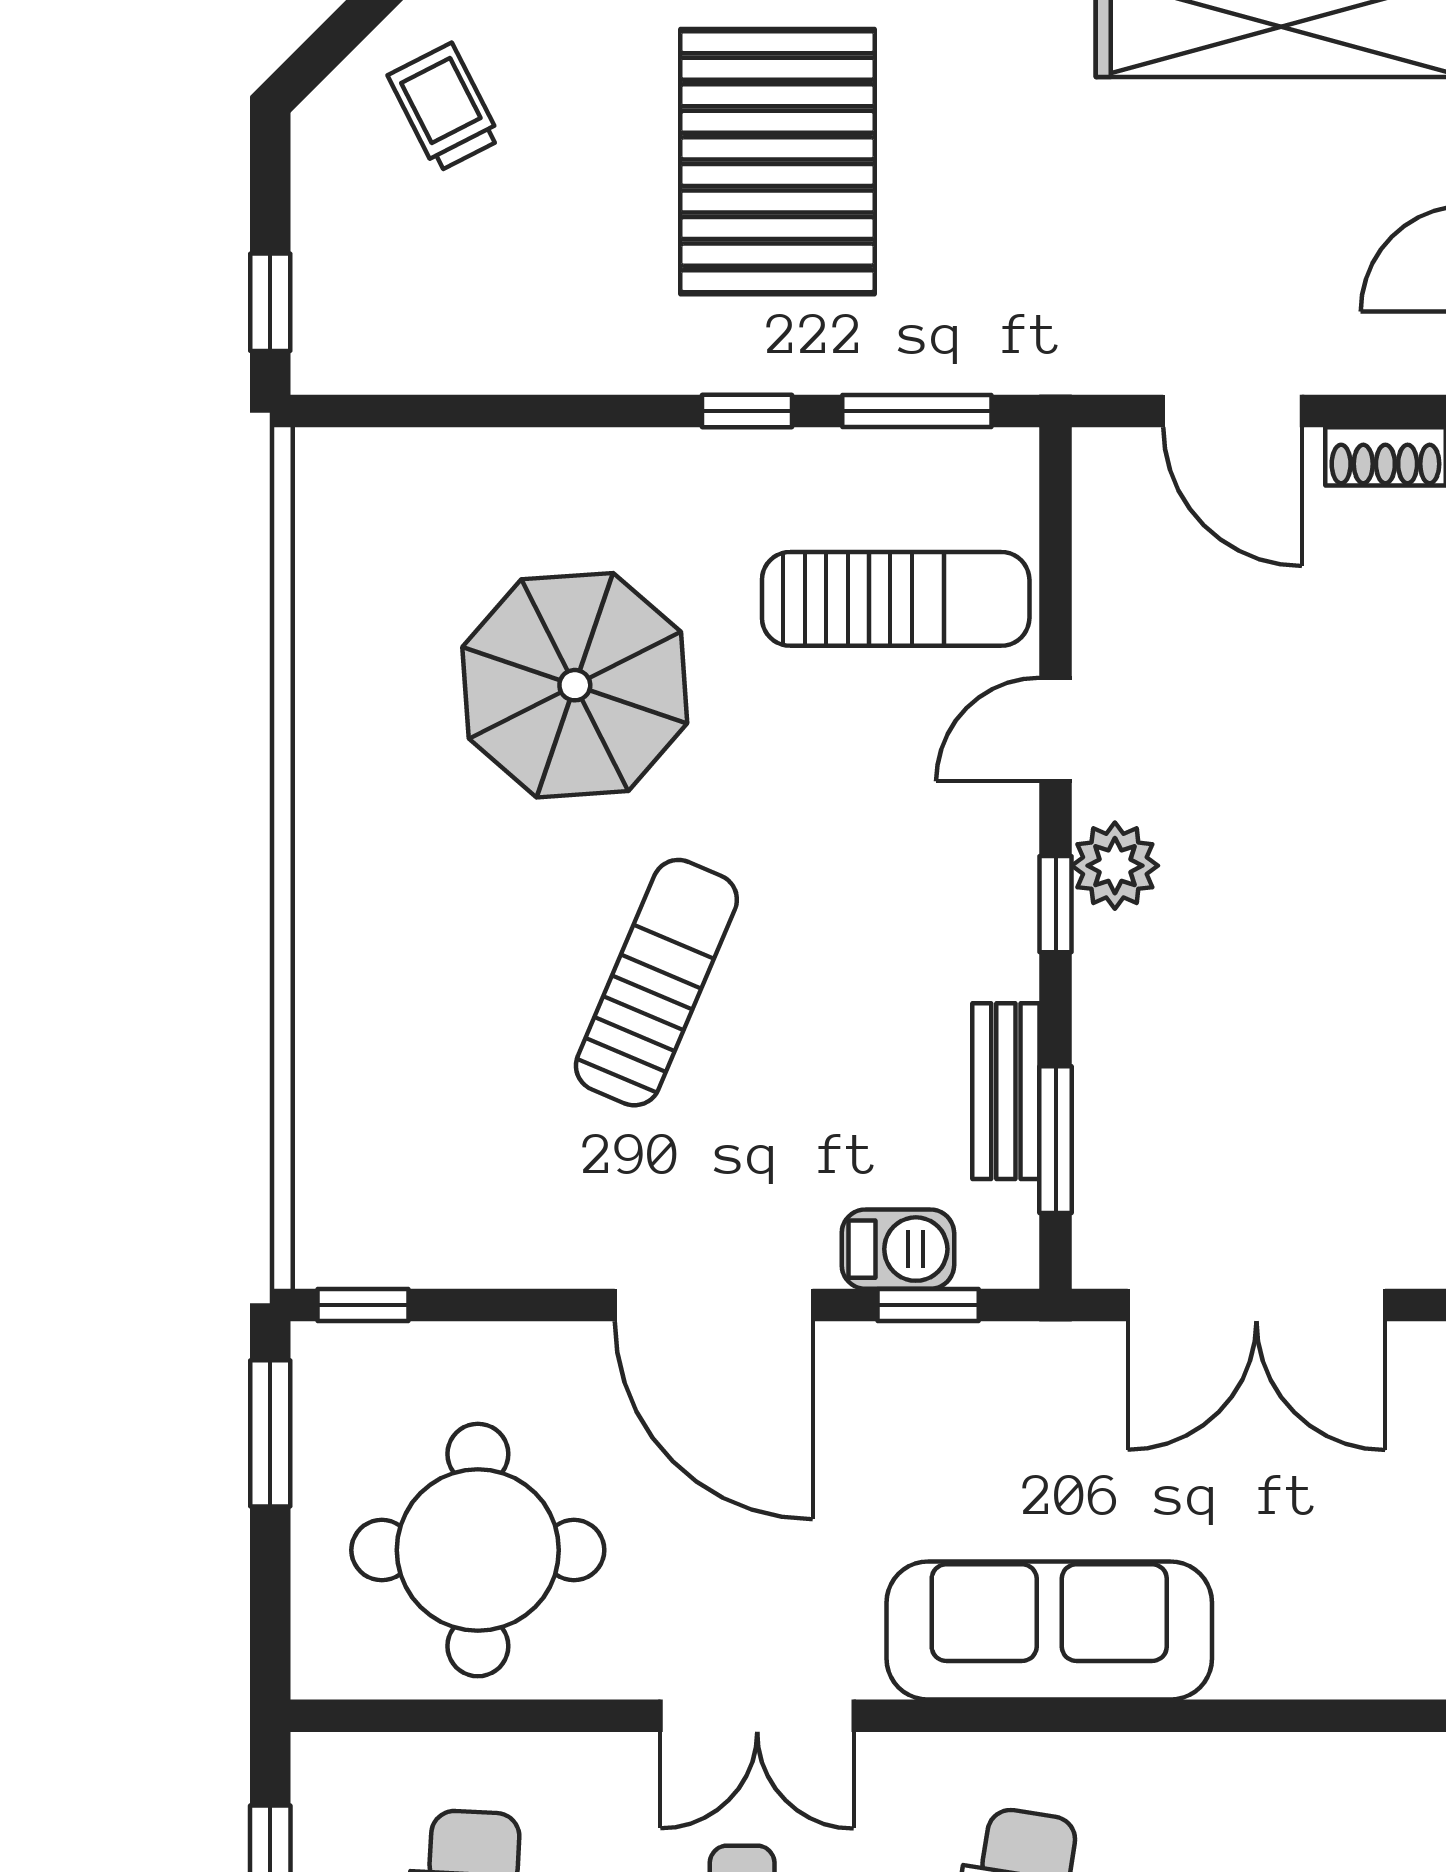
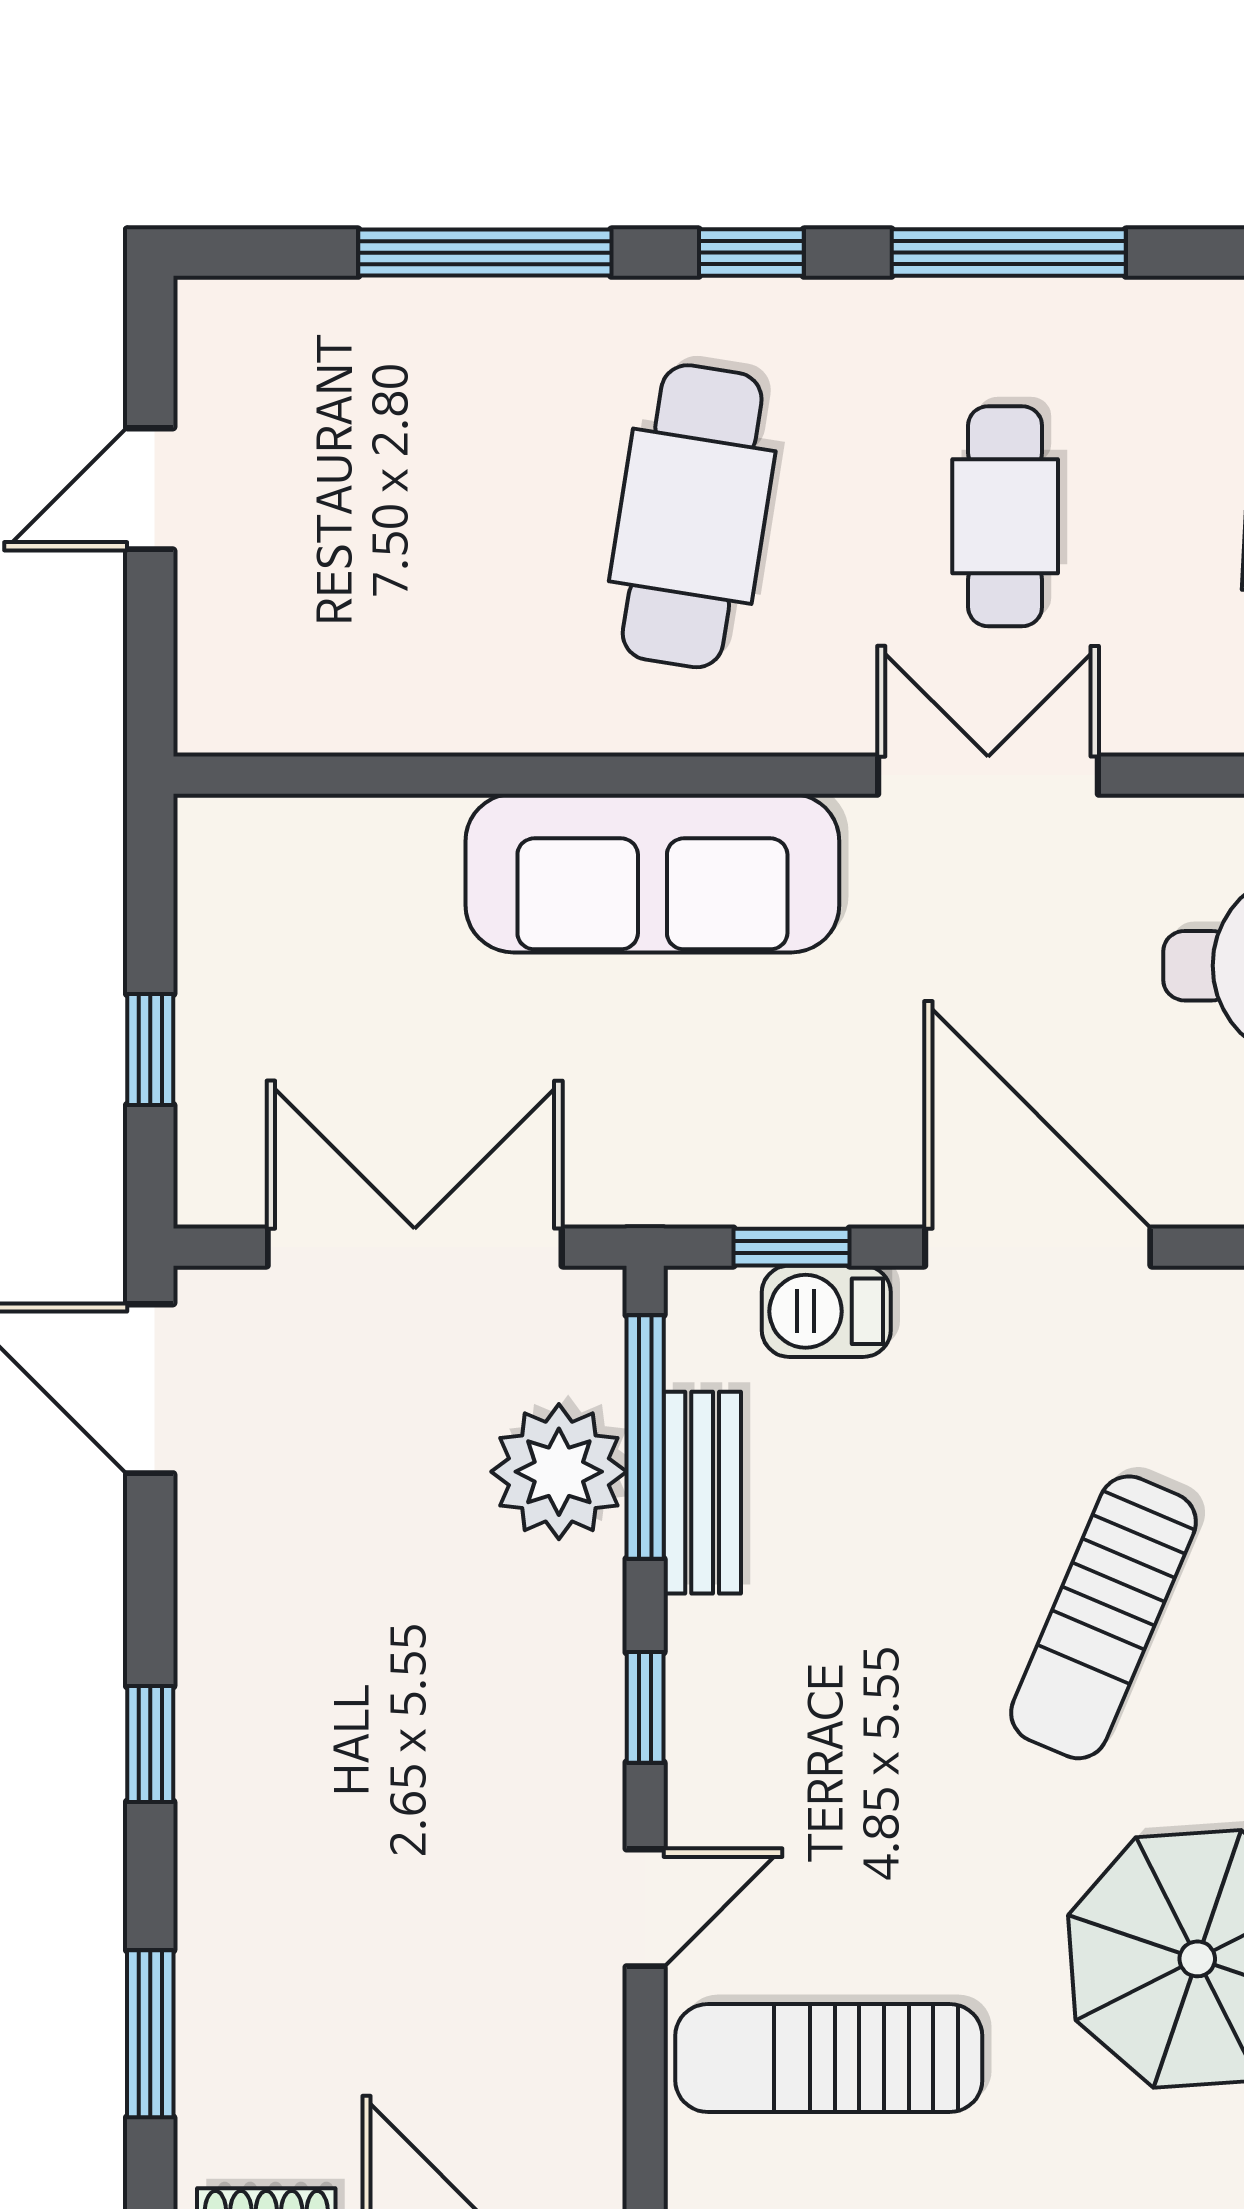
plant: (1115, 866) -> (559, 1472), moved, width x1.36, depth x1.36
window: (1056, 1140) -> (645, 1437), width x1.44

